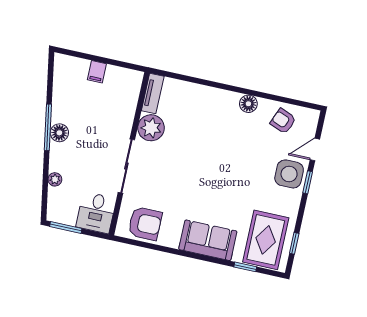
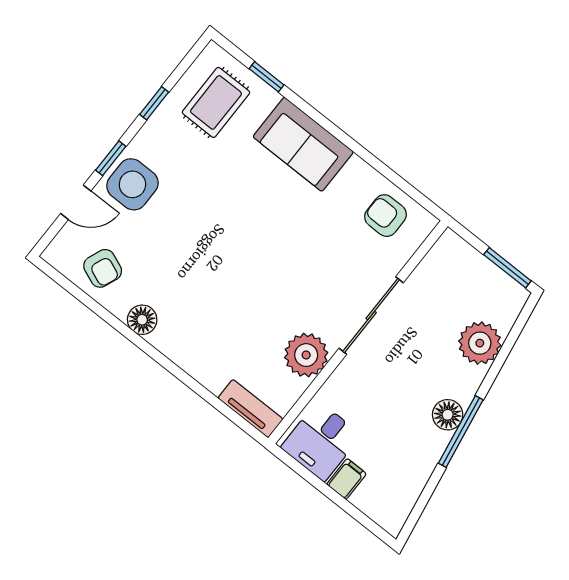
tv unit: (153, 94) -> (250, 409), moved, turned 90
plant: (55, 179) -> (480, 343), width x1.87, depth x1.87
desk: (96, 213) -> (321, 441), moved, turned 180
armchair: (145, 224) -> (385, 216), width x0.72, depth x0.72
rug: (266, 240) -> (216, 102), width x0.73, depth x0.70
window: (294, 243) -> (154, 103), moved

